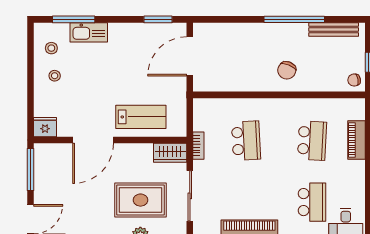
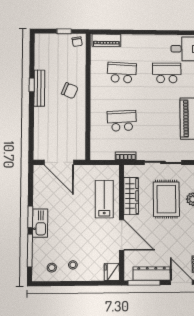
window: (158, 19) -> (30, 217), moved
window: (294, 19) -> (32, 85), width x0.32
bench: (334, 29) -> (39, 88), moved
kitchen sink: (89, 32) -> (40, 223), moved
piano: (356, 140) -> (106, 40), moved
wardrobe: (170, 153) -> (131, 196), moved, width x1.50
dresser: (42, 180) -> (152, 274), added

